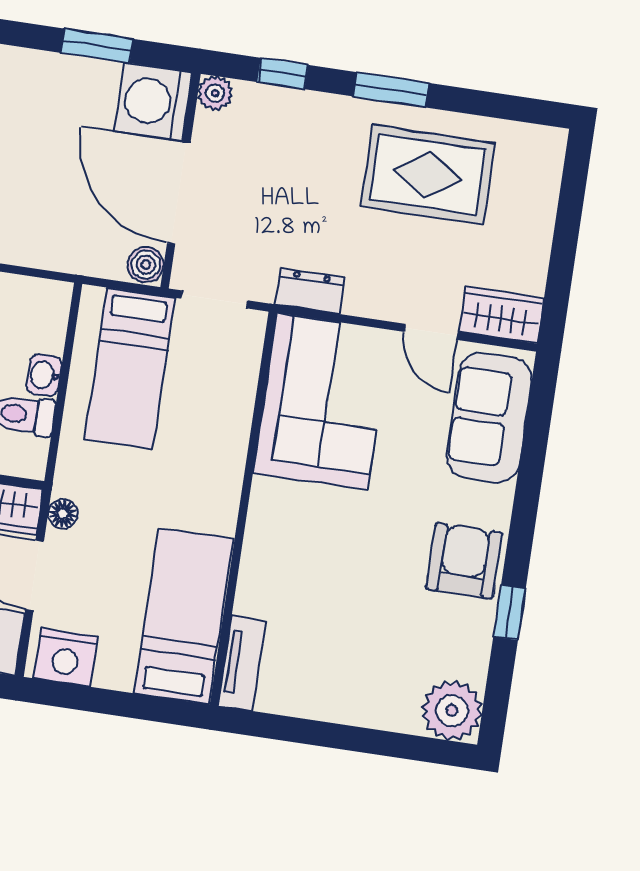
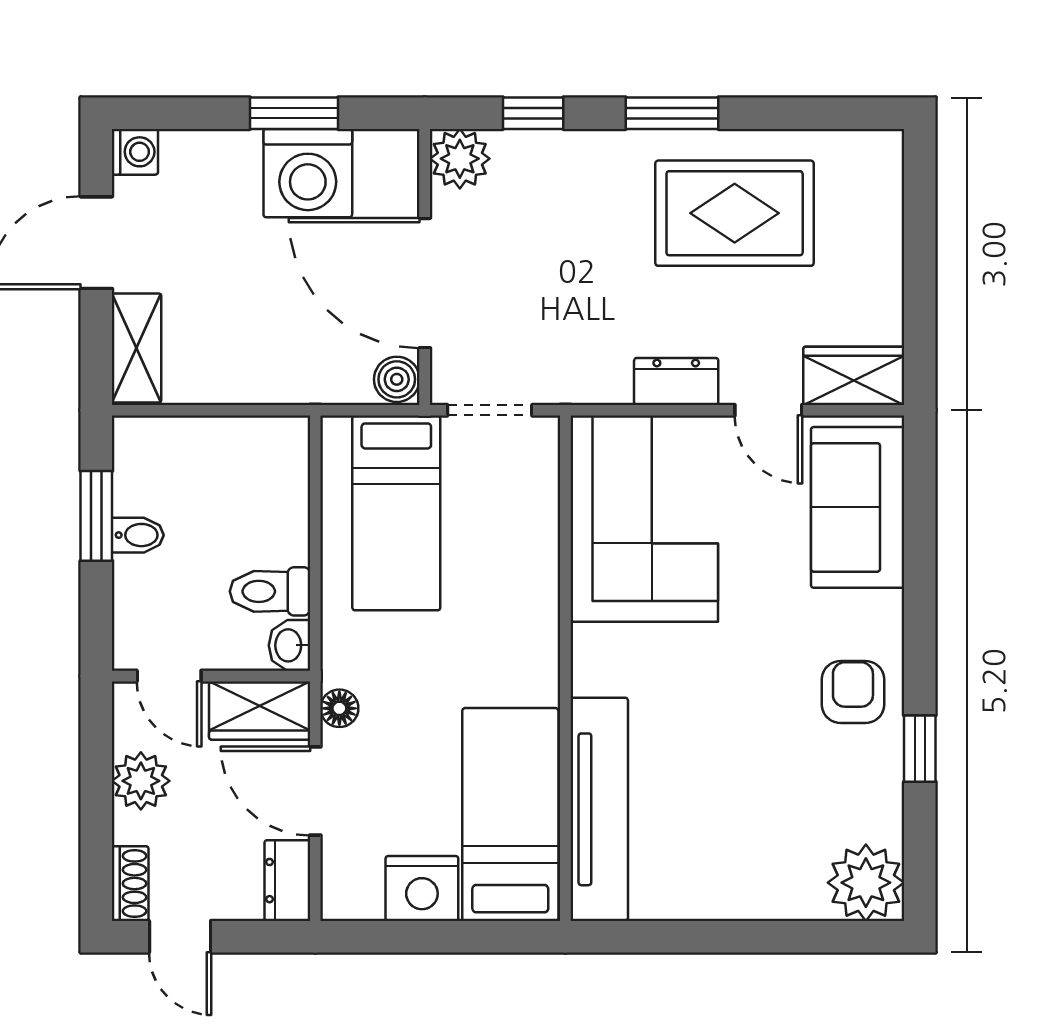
plant: (215, 93) -> (460, 159), width x1.38, depth x1.38
washing machine: (153, 102) -> (308, 173), moved, turned -90
dresser: (310, 291) -> (676, 381), moved
washbasin: (44, 375) -> (289, 645), moved
armchair: (464, 561) -> (853, 692), width x0.72, depth x0.72
nightstand: (66, 657) -> (422, 888), moved
tv unit: (242, 663) -> (599, 809), width x1.92, depth x1.29

